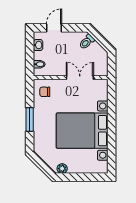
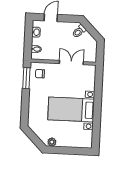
window: (30, 120) -> (26, 78), moved
bed with nightstands: (82, 131) -> (71, 109), width x0.73

